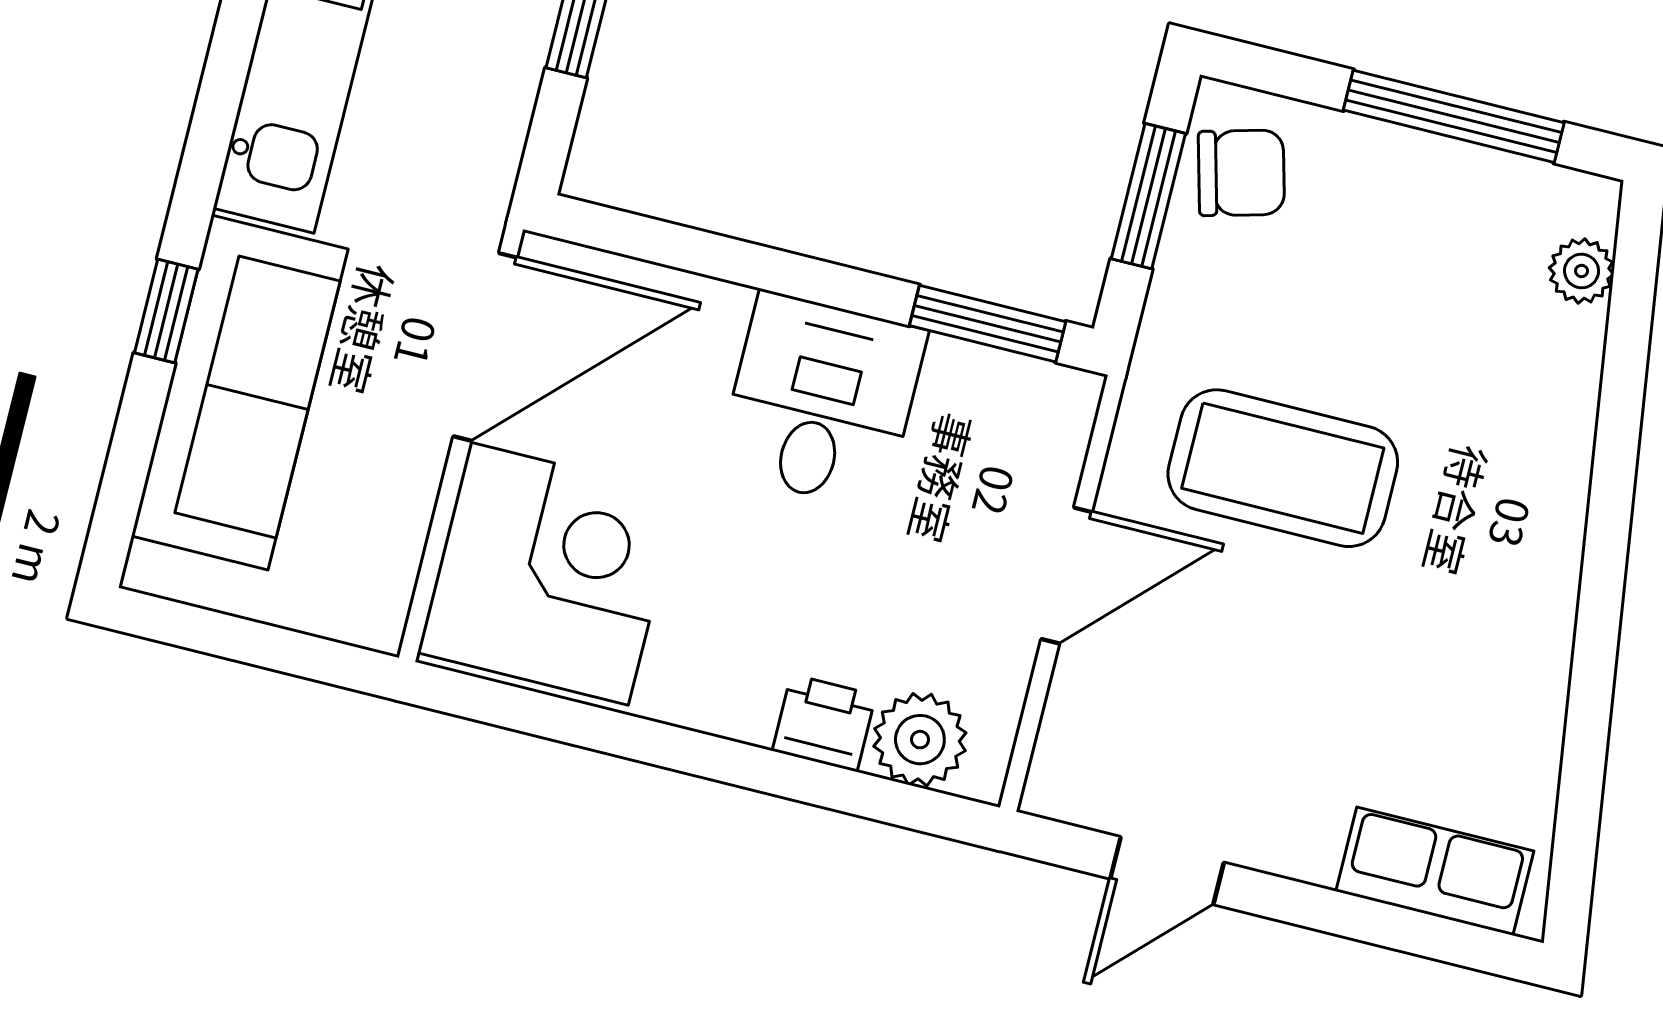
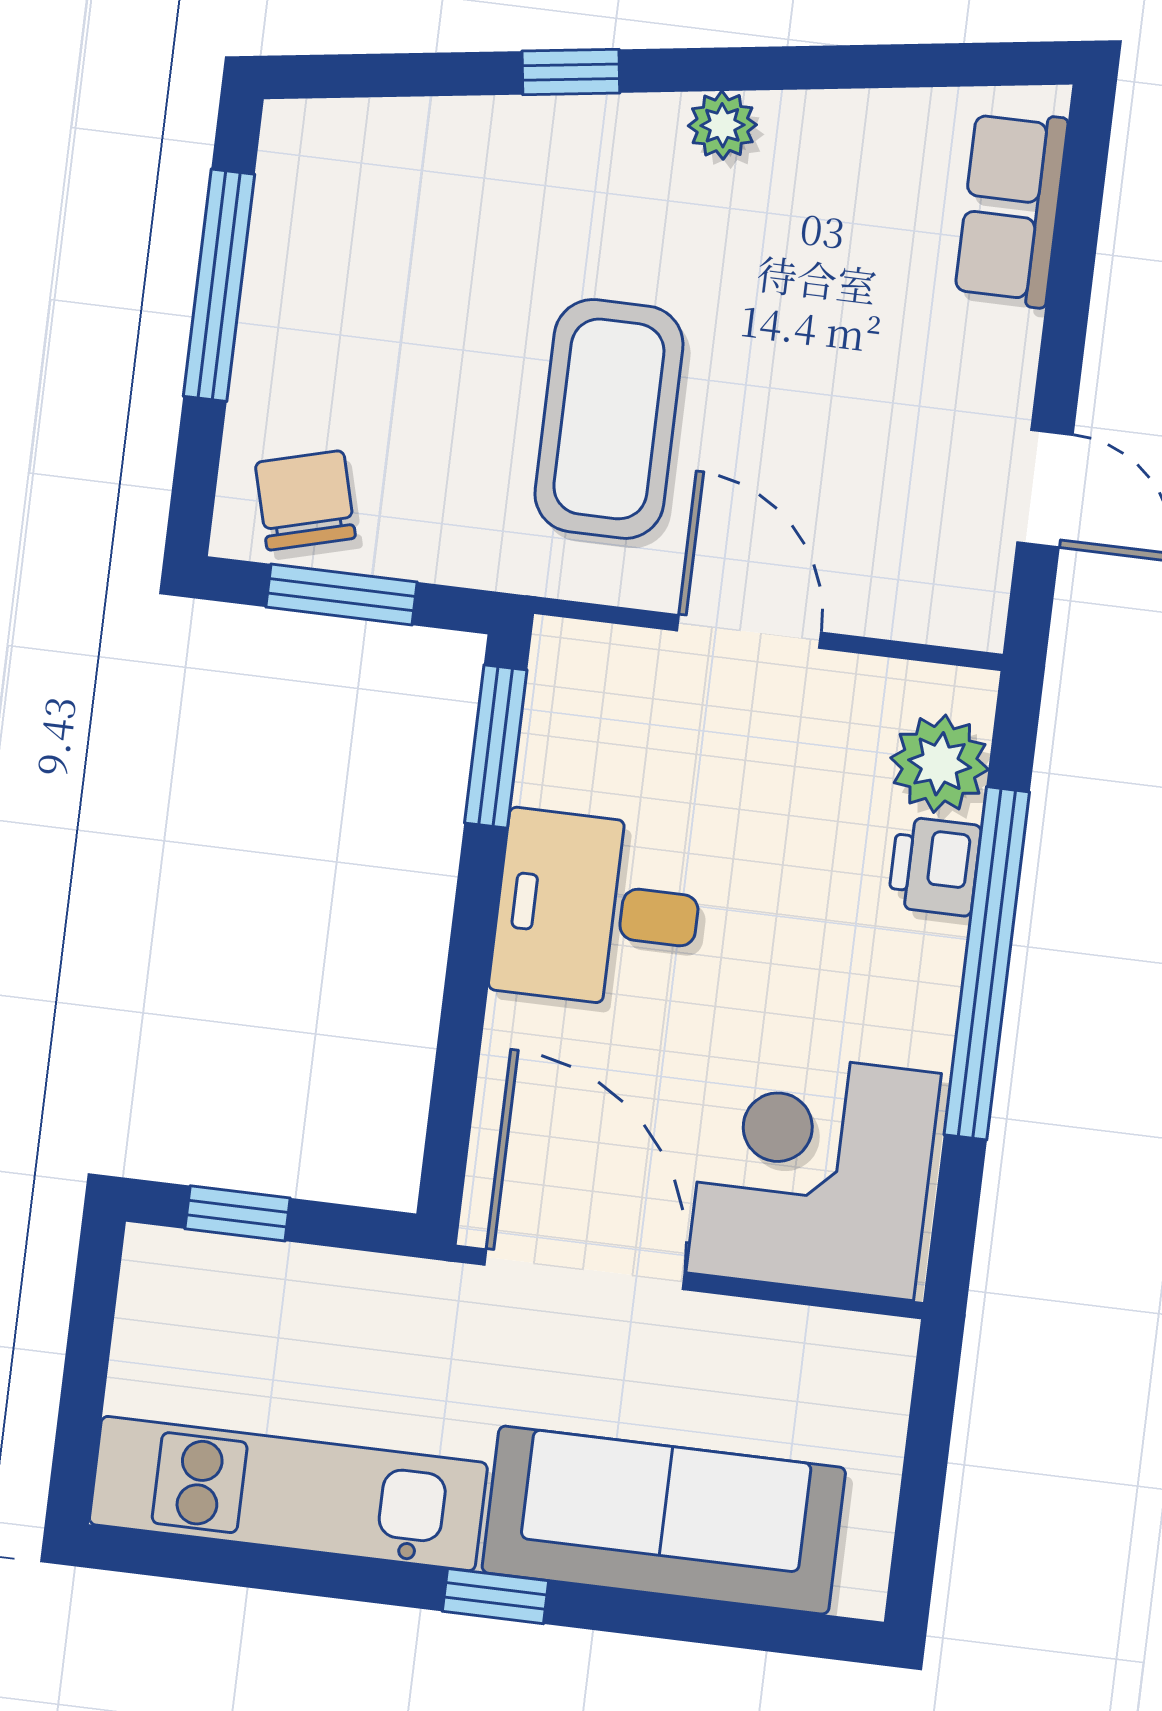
plant: (1582, 271) -> (722, 125), moved
window: (166, 311) -> (496, 1596), moved
window: (1614, 472) -> (571, 72), added
window: (727, 761) -> (987, 963), added

